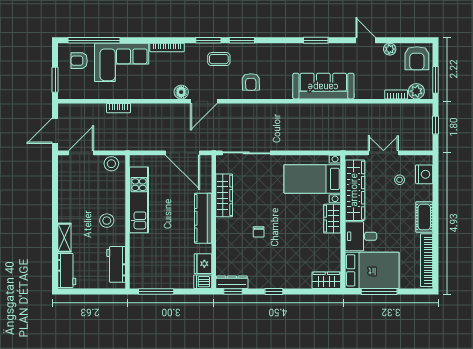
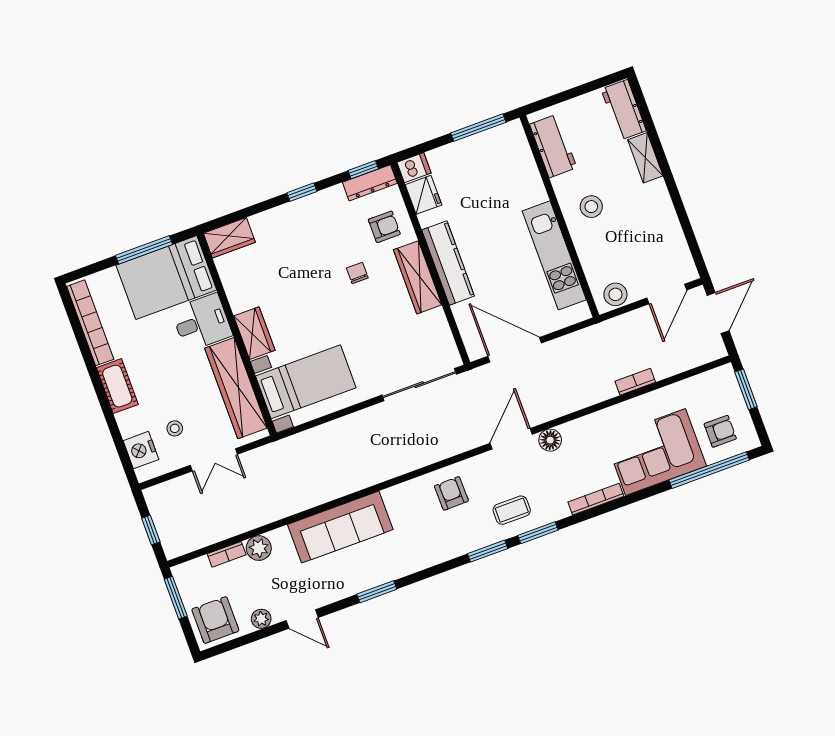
plant: (416, 91) -> (259, 548), moved
wardrobe: (224, 195) -> (418, 277), moved
armchair: (233, 253) -> (384, 227), added

